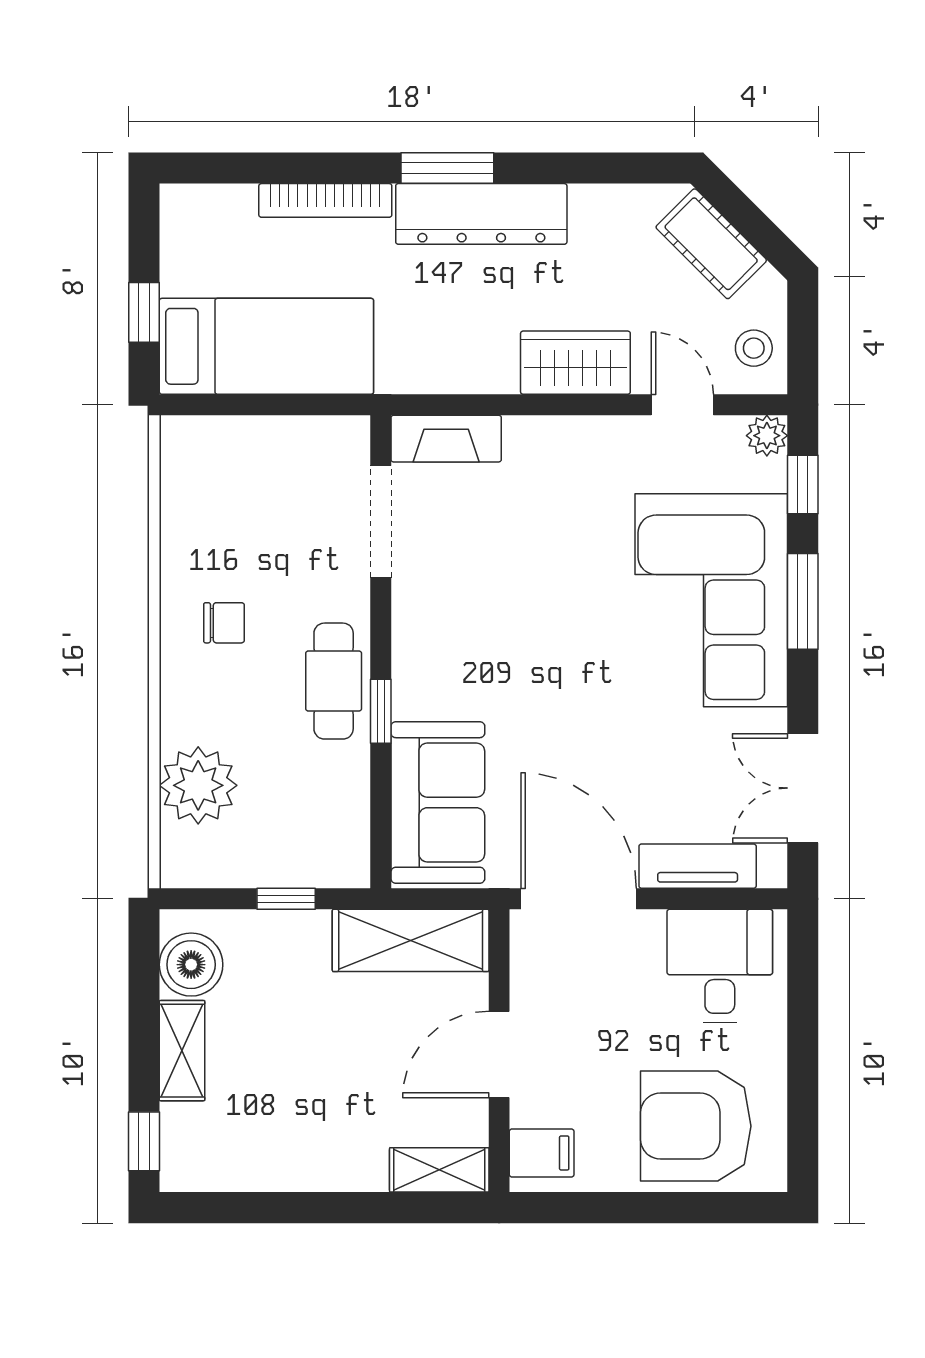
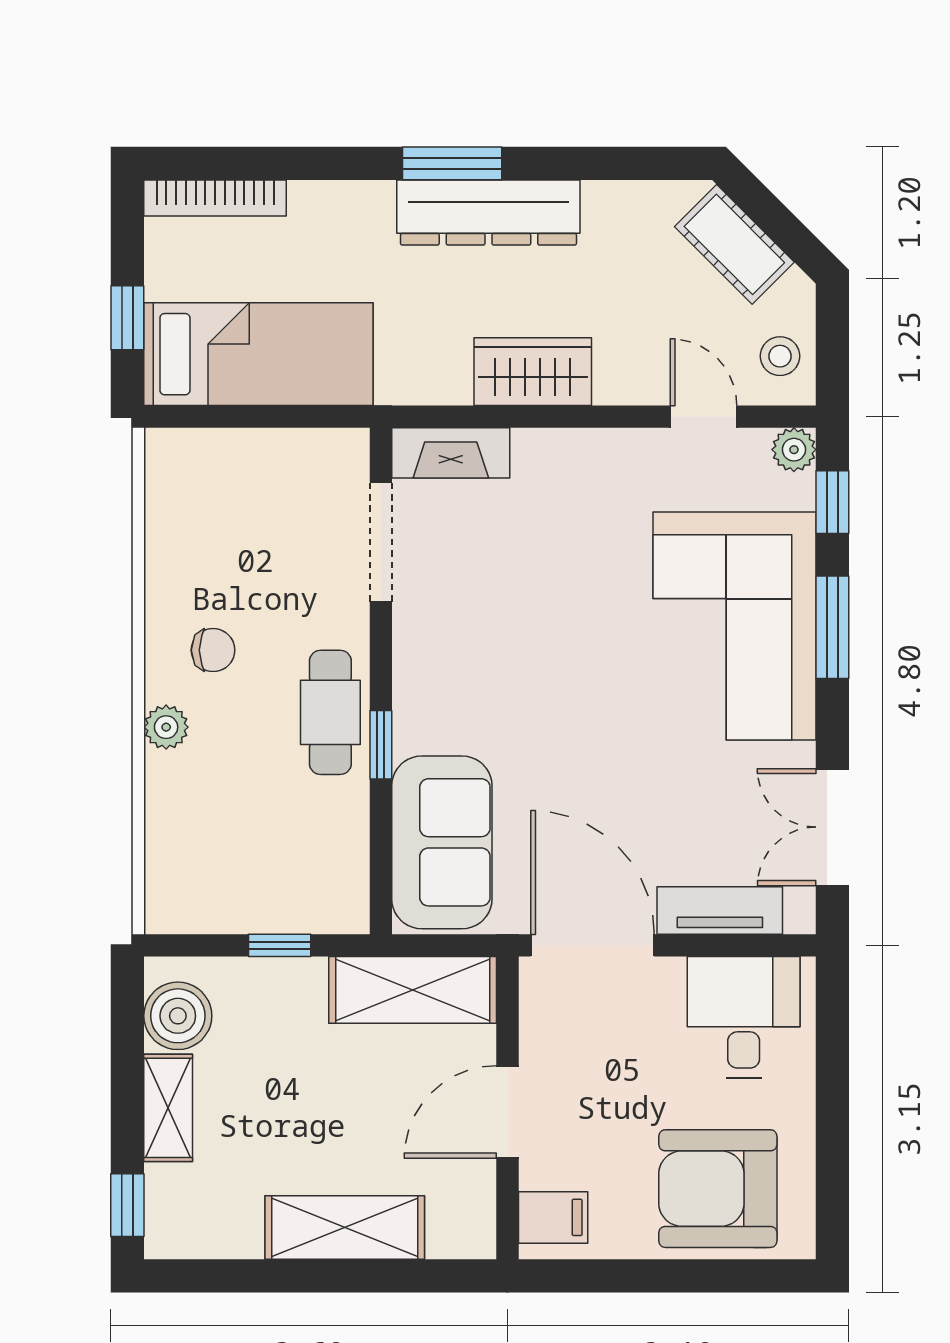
bookcase: (325, 200) -> (215, 198), moved
wardrobe: (575, 363) -> (533, 372), moved
plant: (198, 785) -> (166, 727), moved, width x0.53, depth x0.53
shelving: (439, 1170) -> (345, 1228), moved, width x1.50, depth x1.33

